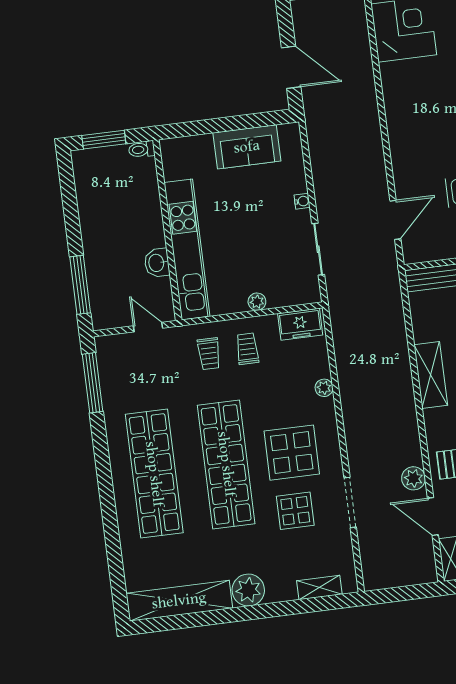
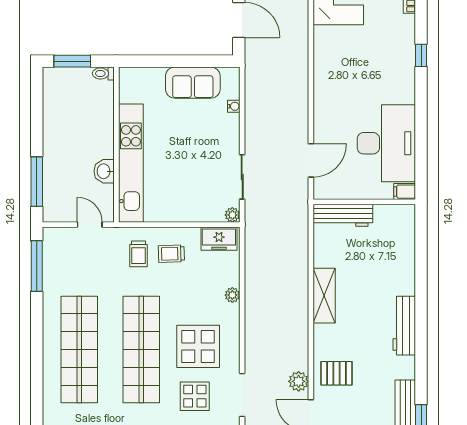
water cooler: (302, 201) -> (234, 106), moved
plant: (257, 302) -> (232, 215), moved
trolley: (247, 349) -> (171, 254), turned -92

